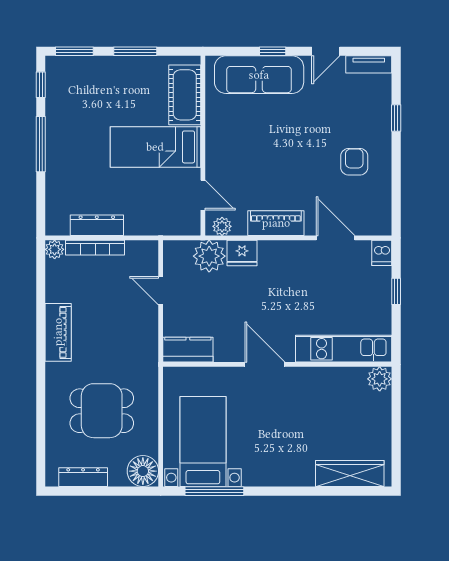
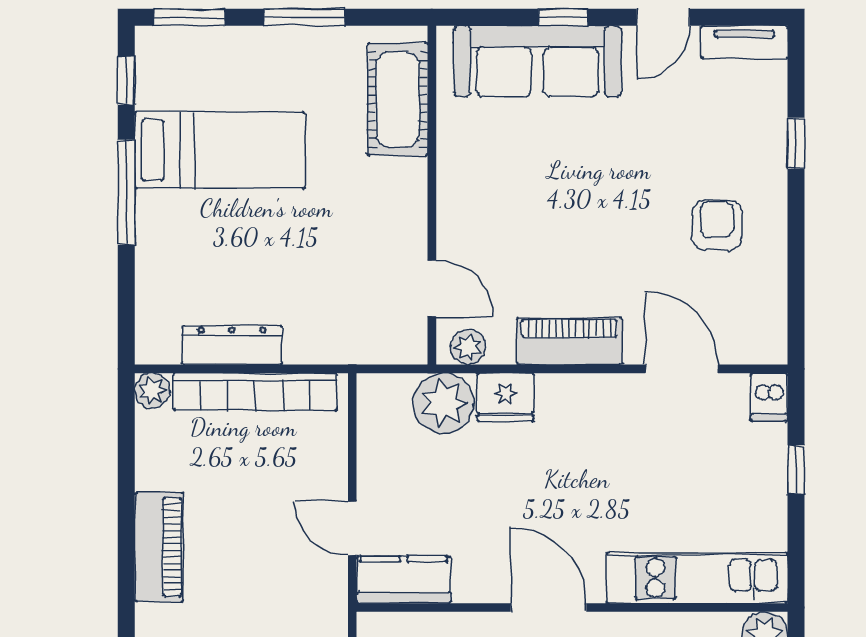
bed: (155, 147) -> (220, 150), moved, turned 180
bookcase: (95, 248) -> (255, 392), width x1.48, depth x1.31
door: (161, 291) -> (352, 529), moved

